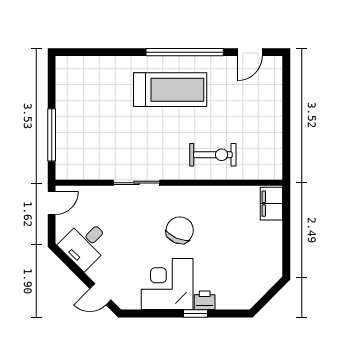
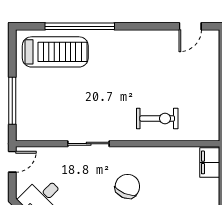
window: (185, 52) -> (80, 26), moved
treadmill: (170, 90) -> (55, 52), moved

